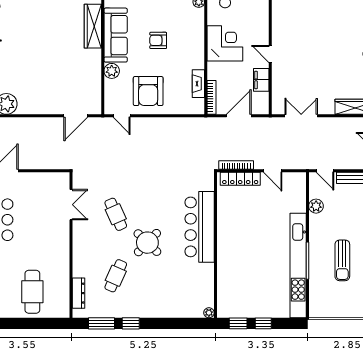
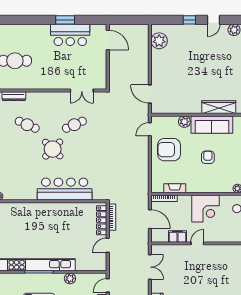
plant: (316, 206) -> (70, 278), moved

